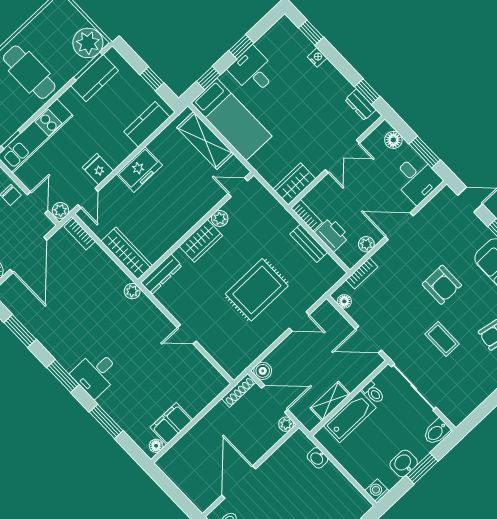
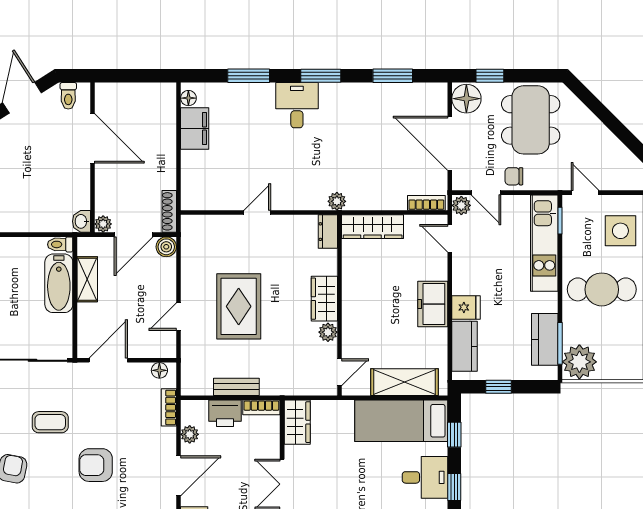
fridge: (98, 169) -> (466, 307), moved
dresser: (161, 274) -> (328, 232), width x0.70
toilet: (373, 392) -> (60, 244), moved
washbasin: (317, 458) -> (81, 221), moved, turned -90

